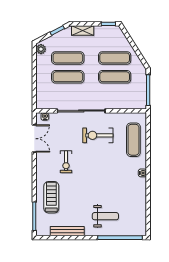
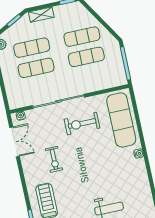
exercise mat: (133, 140) -> (121, 120), width x1.36, depth x1.45

